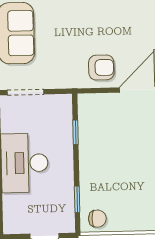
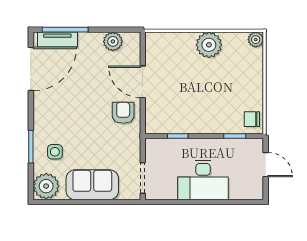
chair: (97, 219) -> (252, 119), turned -90

